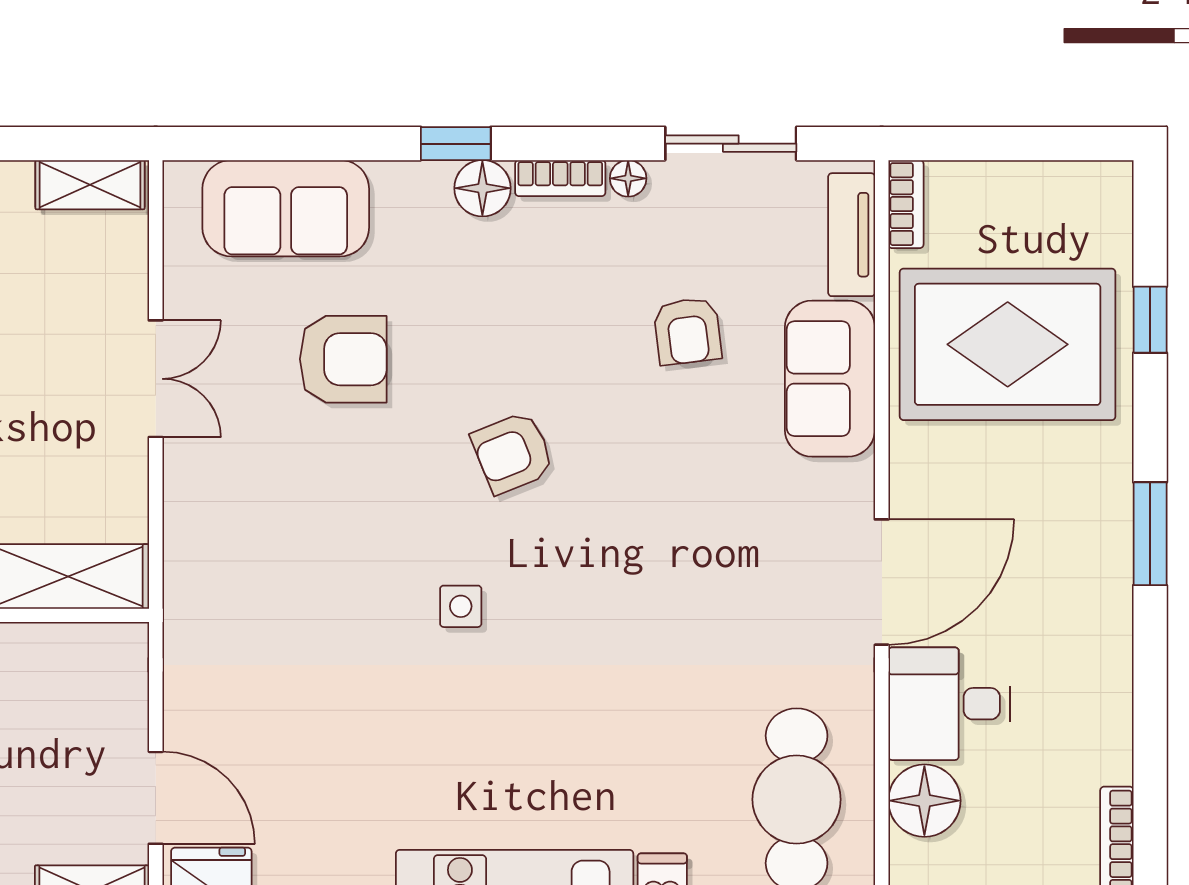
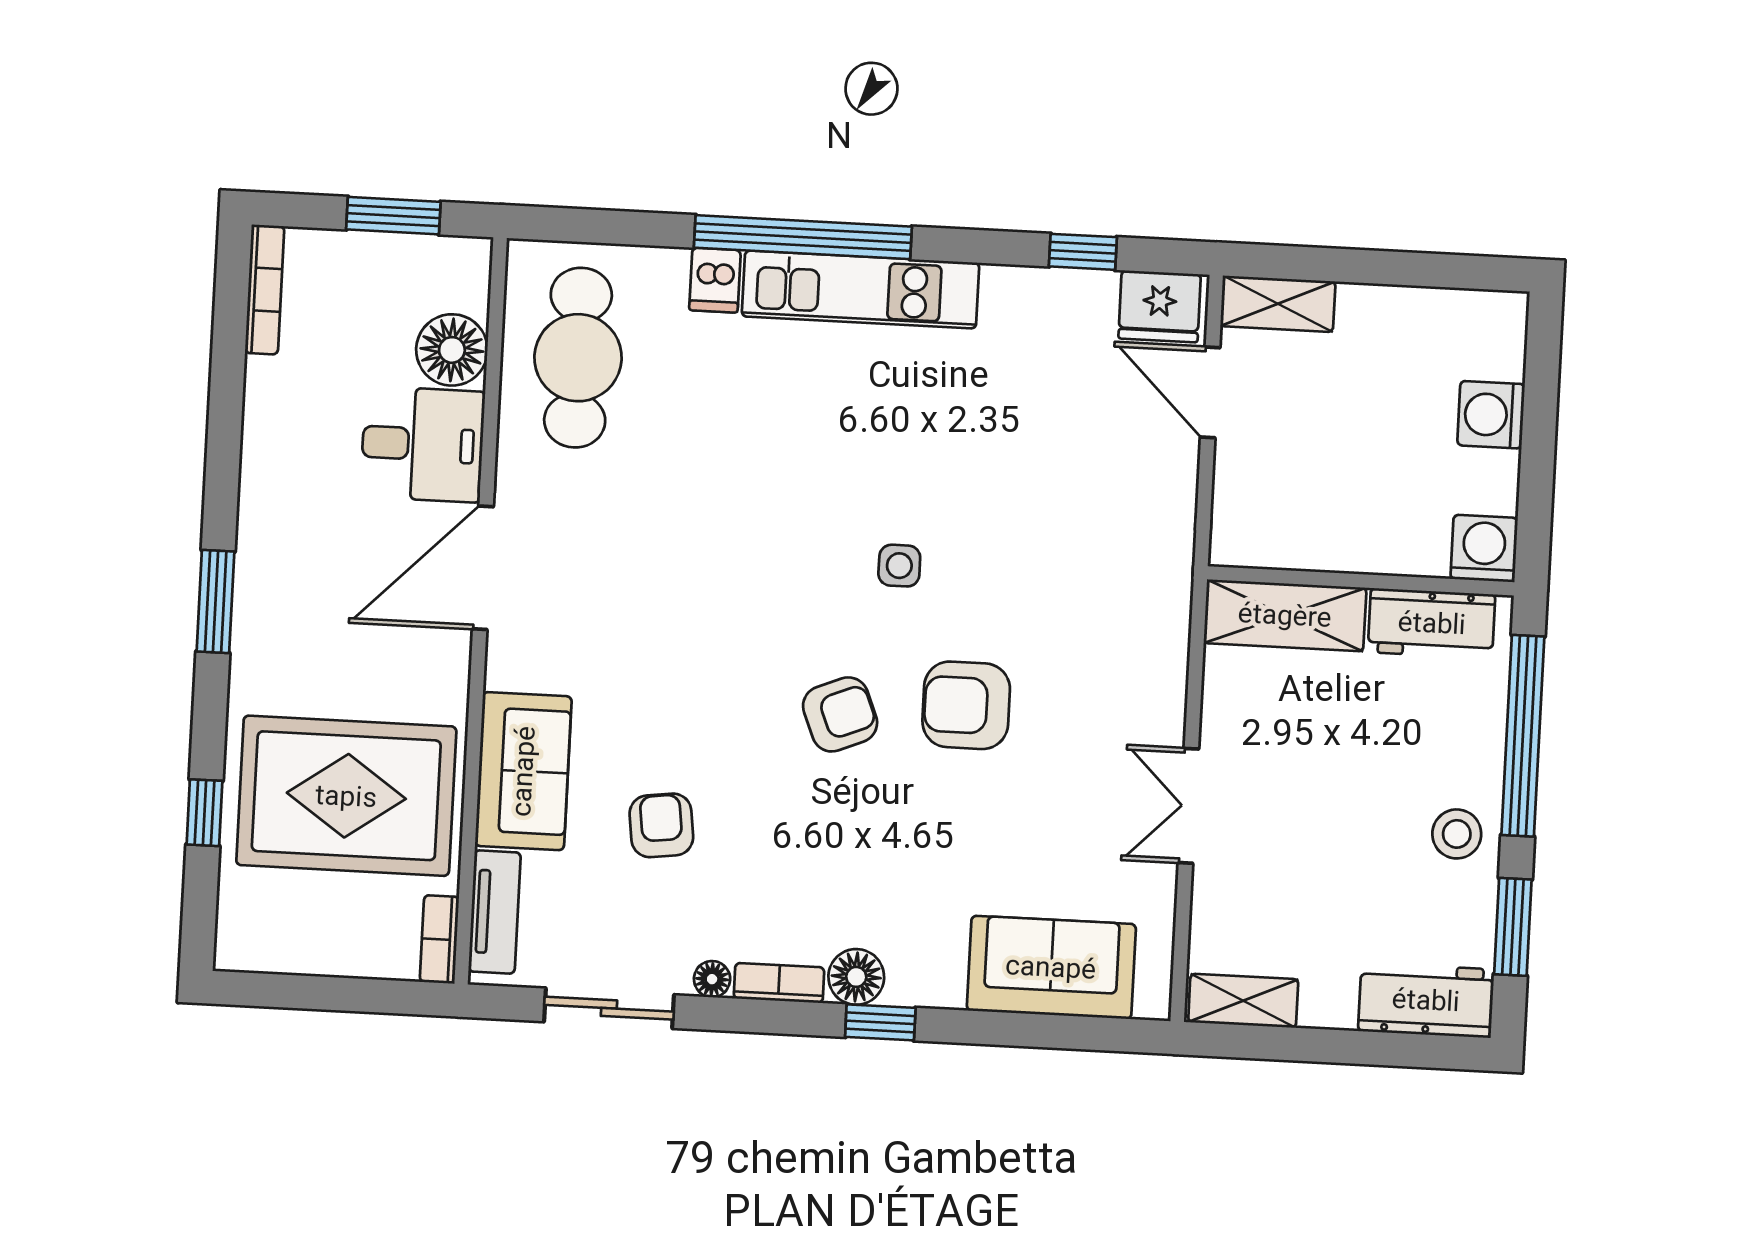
armchair: (343, 359) -> (966, 705), moved

